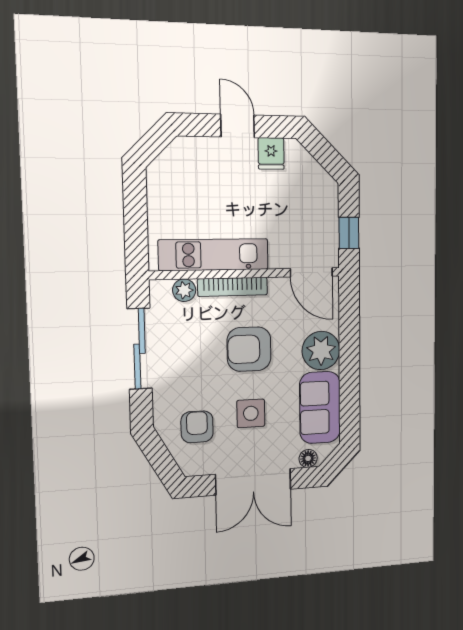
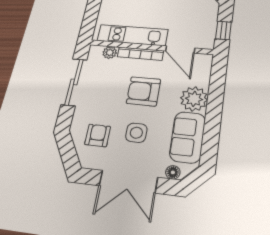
door: (311, 272) -> (180, 50), moved

